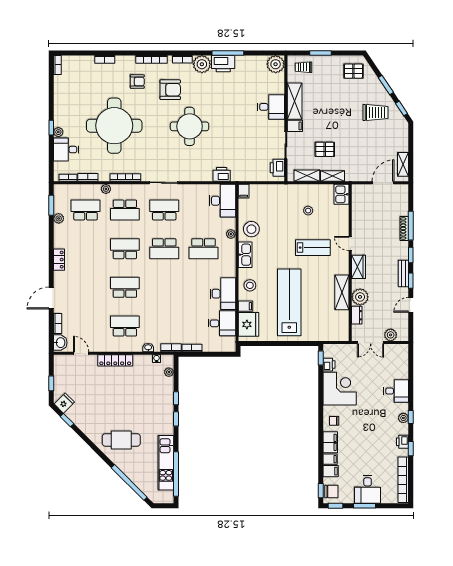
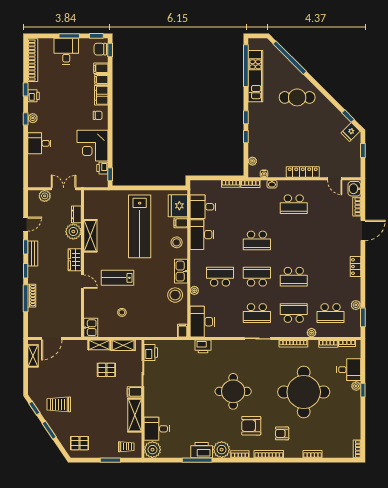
desk: (271, 107) -> (157, 429), moved
school desk: (125, 287) -> (257, 240), moved

